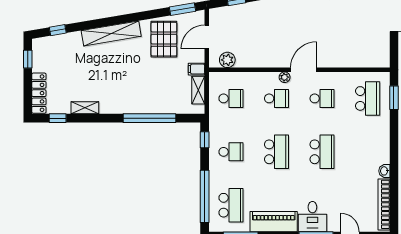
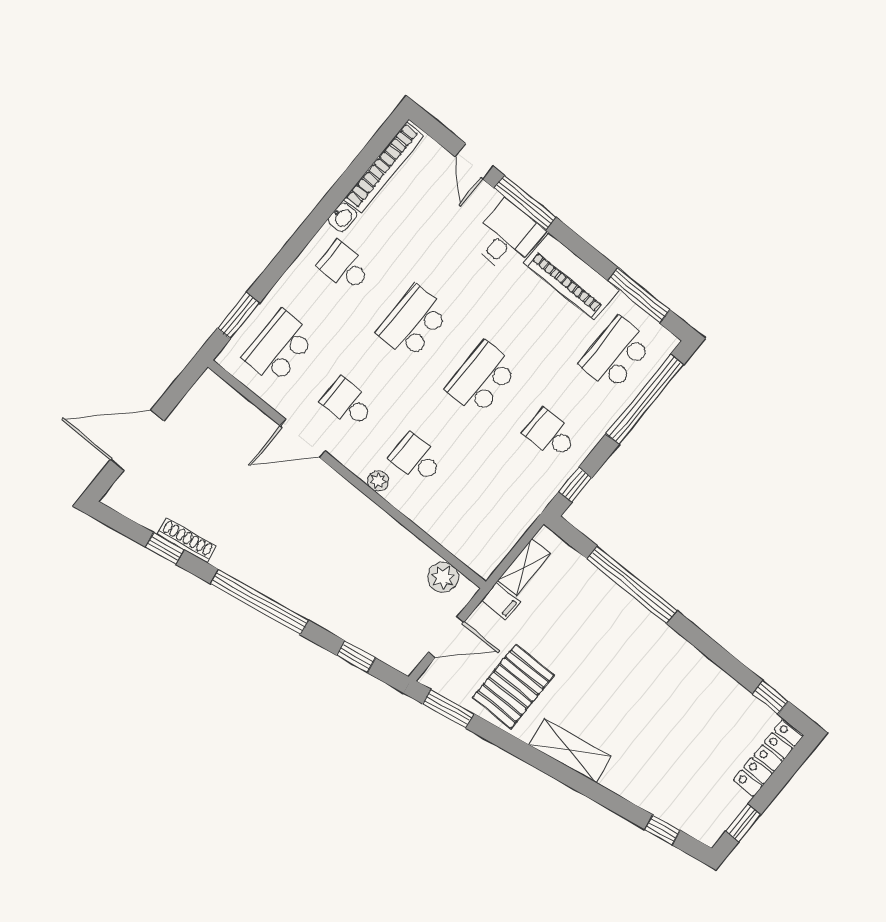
shelving: (111, 33) -> (570, 751), width x0.68
door: (304, 70) -> (303, 439), moved
school desk: (231, 98) -> (344, 267), moved
shelving: (85, 108) -> (717, 680), removed

